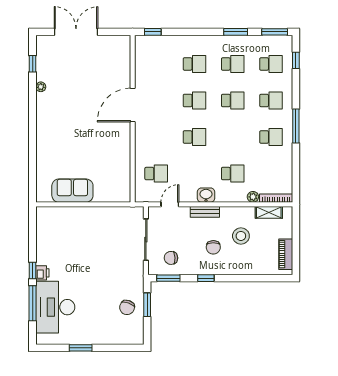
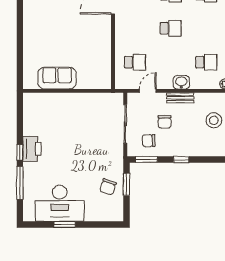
chair: (213, 247) -> (165, 122), moved
printer: (42, 273) -> (32, 149), width x1.87, depth x1.48
desk: (55, 307) -> (60, 203), moved, turned -90

